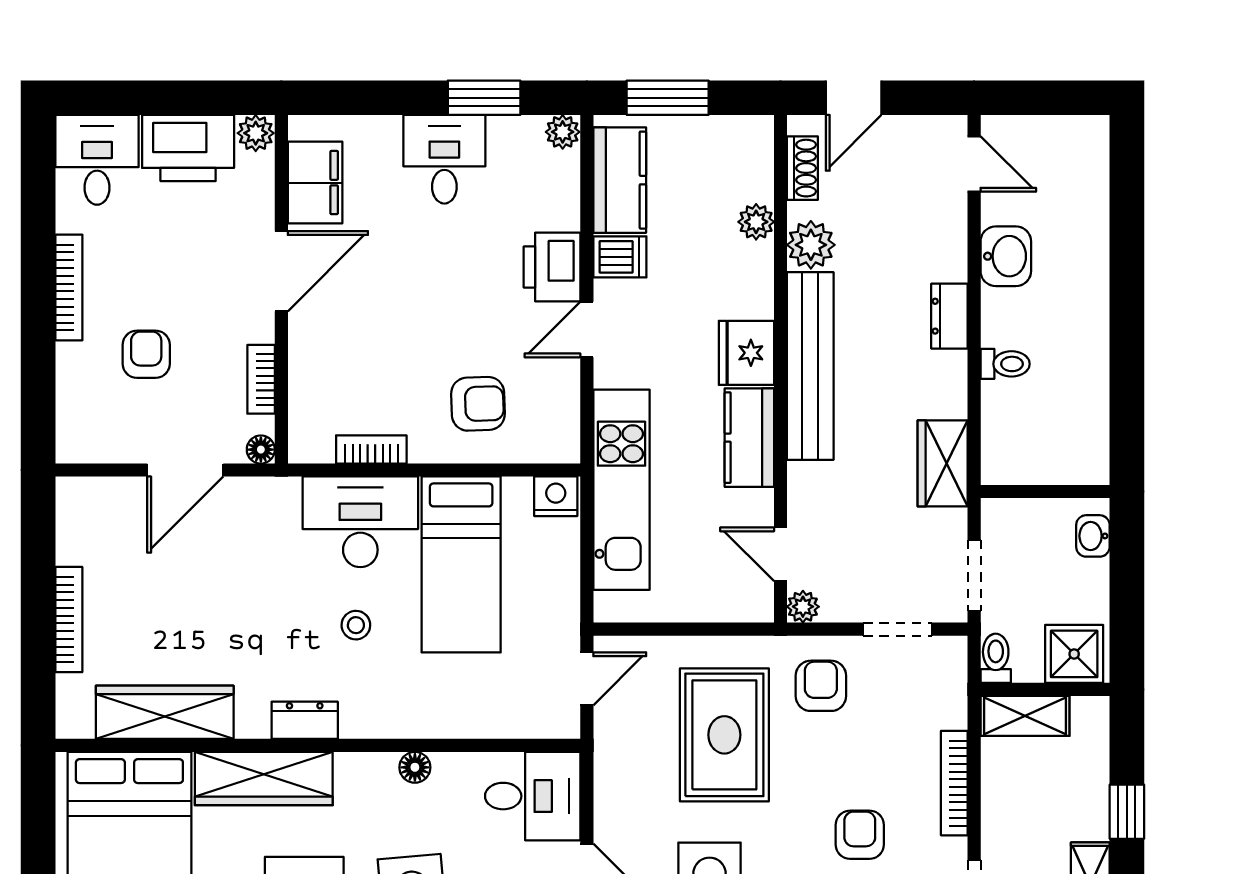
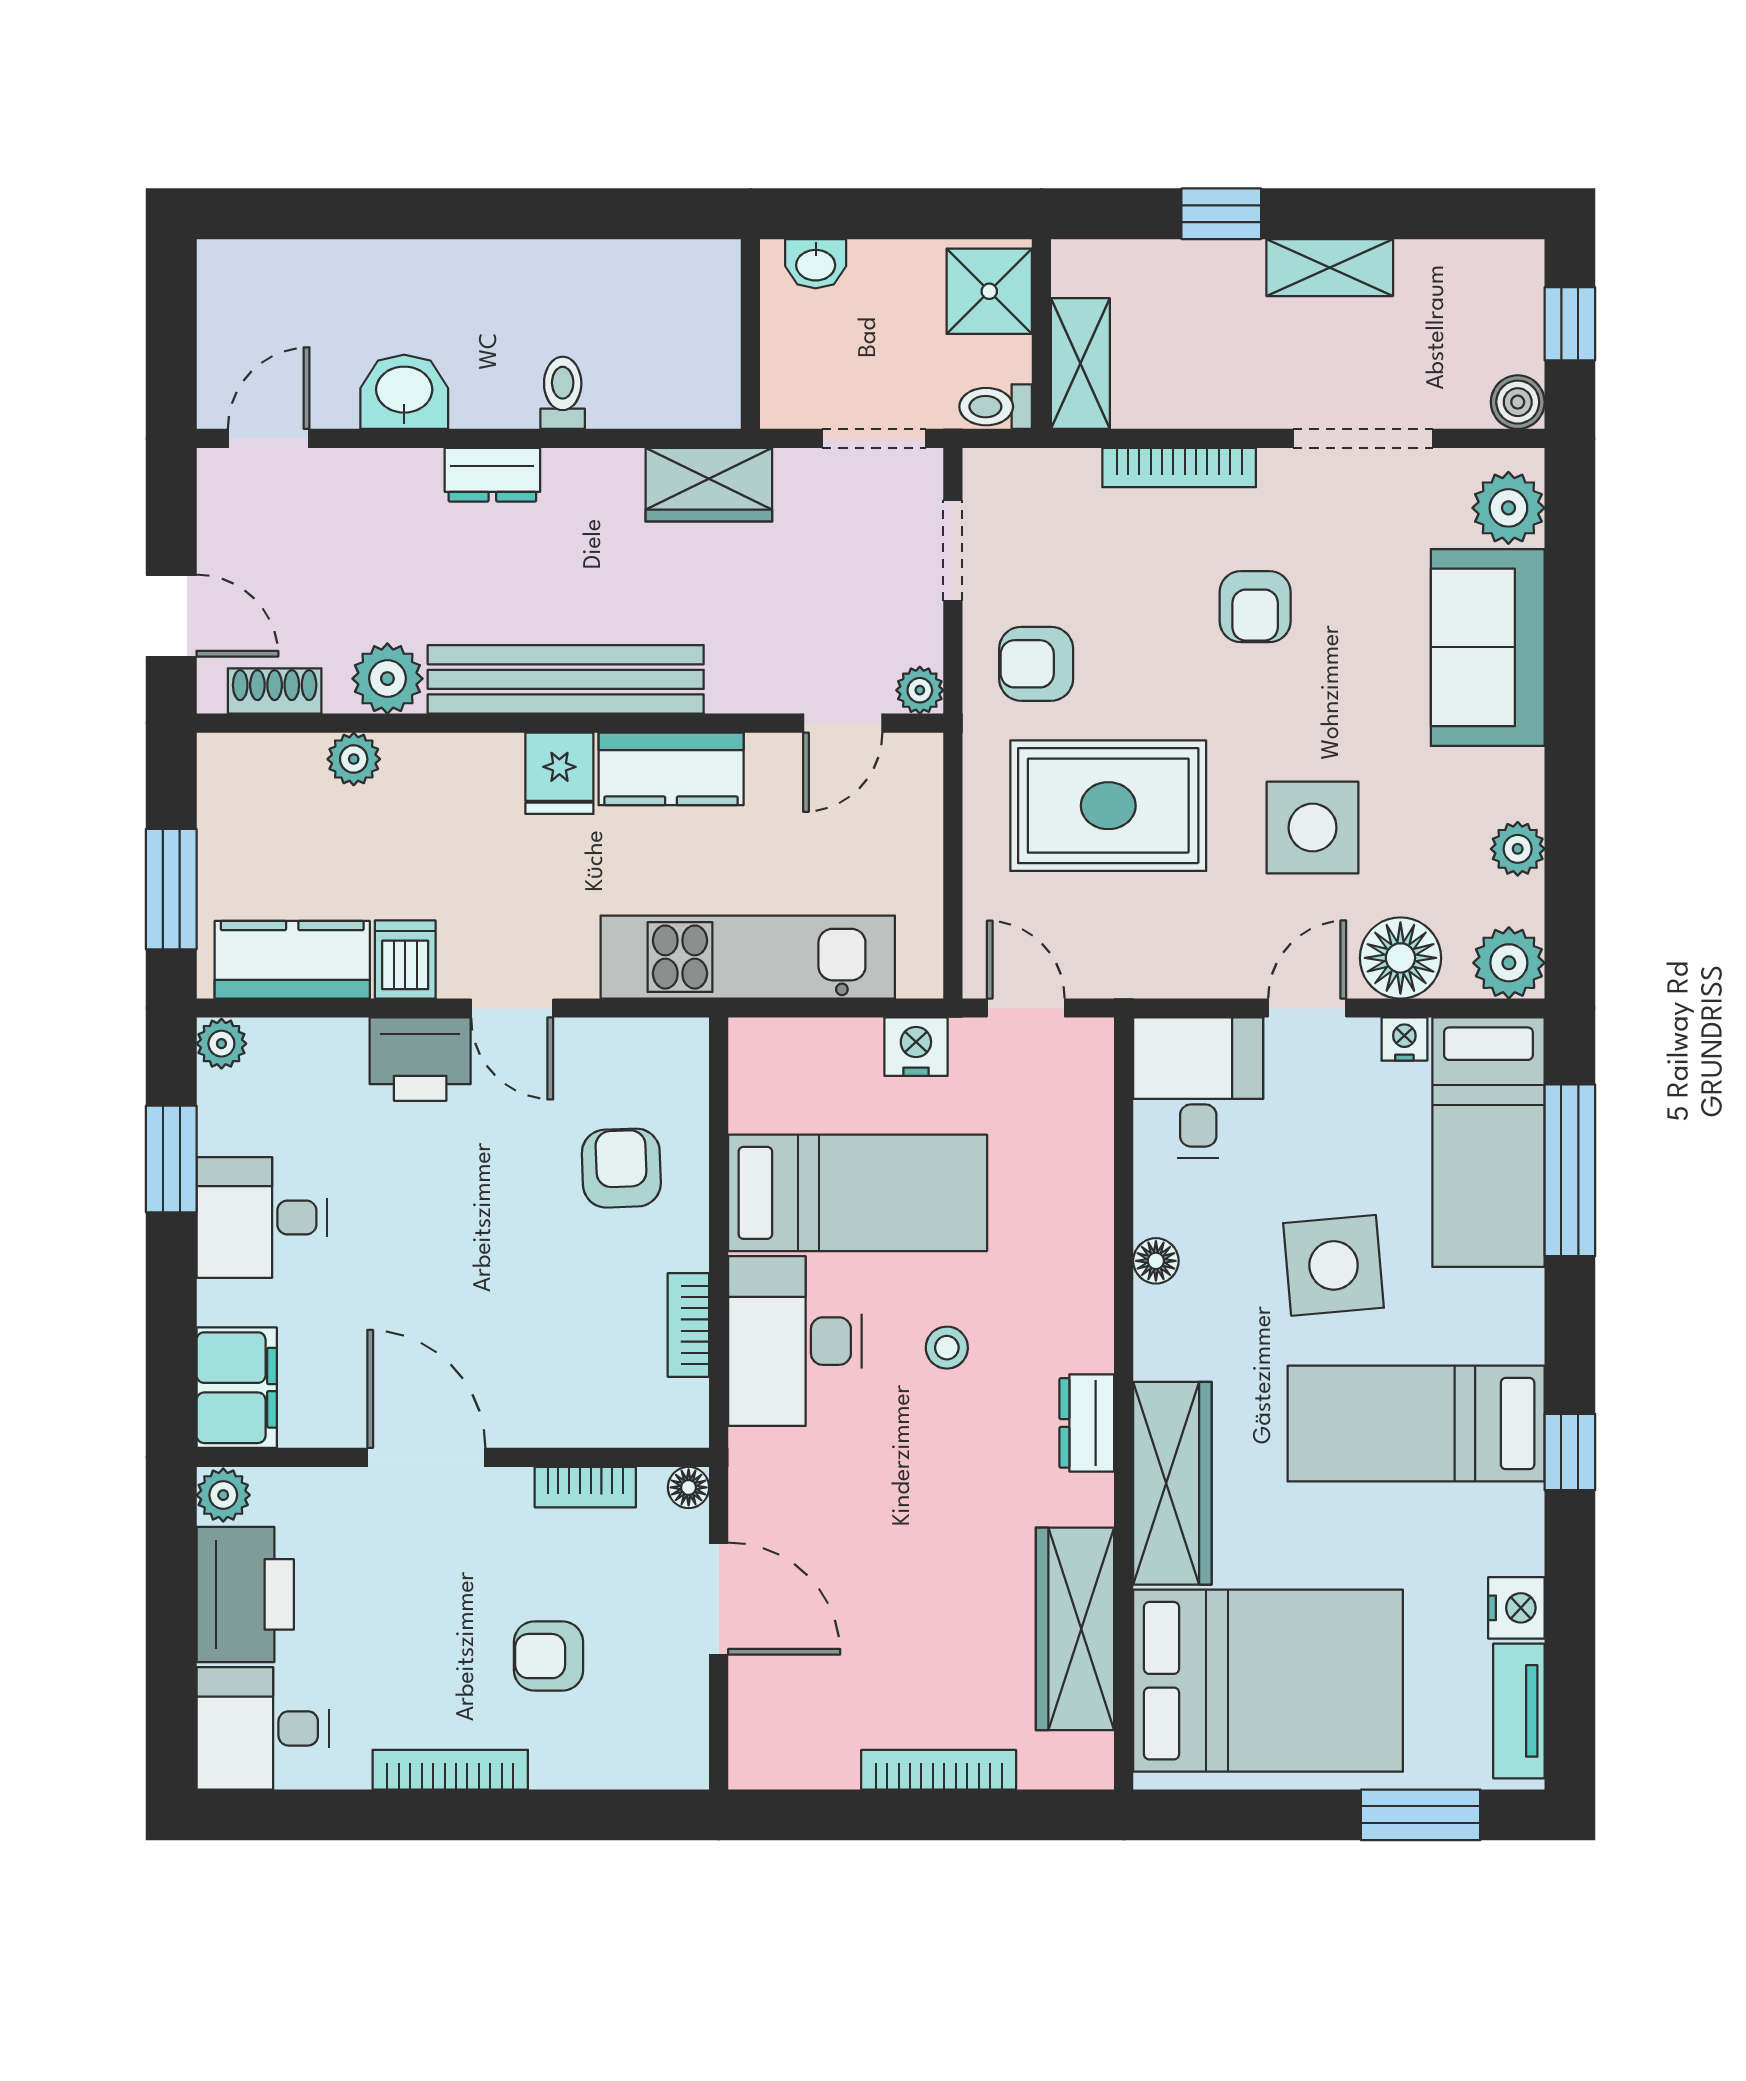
filing cabinet: (315, 183) -> (237, 1388), moved, turned 90
fridge: (746, 353) -> (559, 773), width x0.72
nightstand: (556, 496) -> (916, 1047), moved, turned 90
armchair: (860, 835) -> (1255, 607), turned -90

